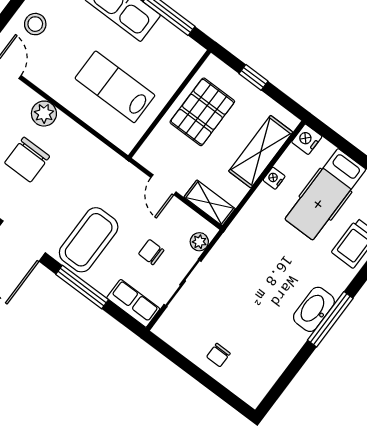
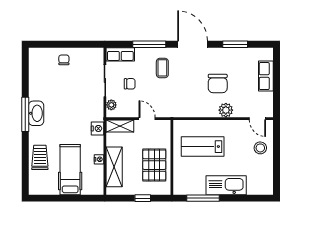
lab bench: (115, 87) -> (203, 147), turned 180
nightstand: (307, 139) -> (97, 128), moved
chair: (27, 160) -> (218, 83), turned 180
coffee table: (89, 240) -> (162, 68), width x0.54, depth x0.58

